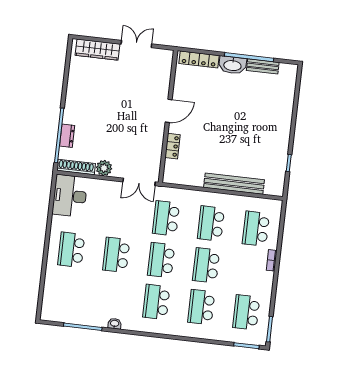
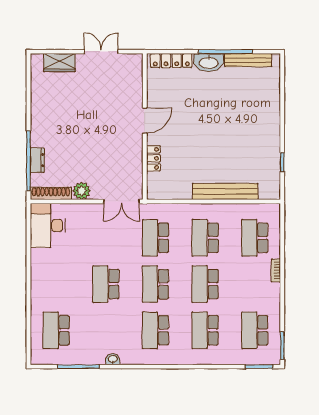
wardrobe: (97, 50) -> (59, 63), width x0.67
bench: (263, 66) -> (248, 60), width x1.36
school desk: (71, 250) -> (56, 330), moved

